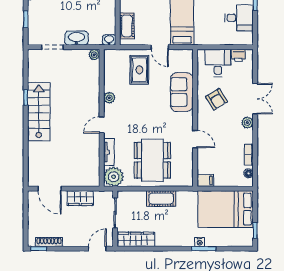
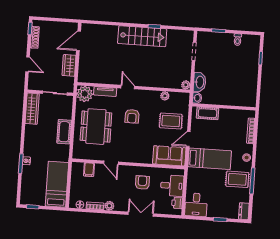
desk: (239, 18) -> (196, 205), moved
washbasin: (76, 38) -> (200, 82), moved
sofa: (182, 92) -> (169, 156), moved
plant: (109, 98) -> (165, 96), moved
armchair: (217, 99) -> (142, 183), turned 122
double door: (255, 99) -> (141, 214), swing flipped
armchair: (137, 117) -> (132, 116), added
plant: (247, 123) -> (109, 206), moved
door: (195, 139) -> (111, 163), hinge flipped
dining table: (152, 160) -> (96, 127), turned 90
filing cabinet: (205, 180) -> (89, 170), moved
bed: (226, 209) -> (57, 184), width x0.67
door: (97, 249) -> (28, 64), moved

